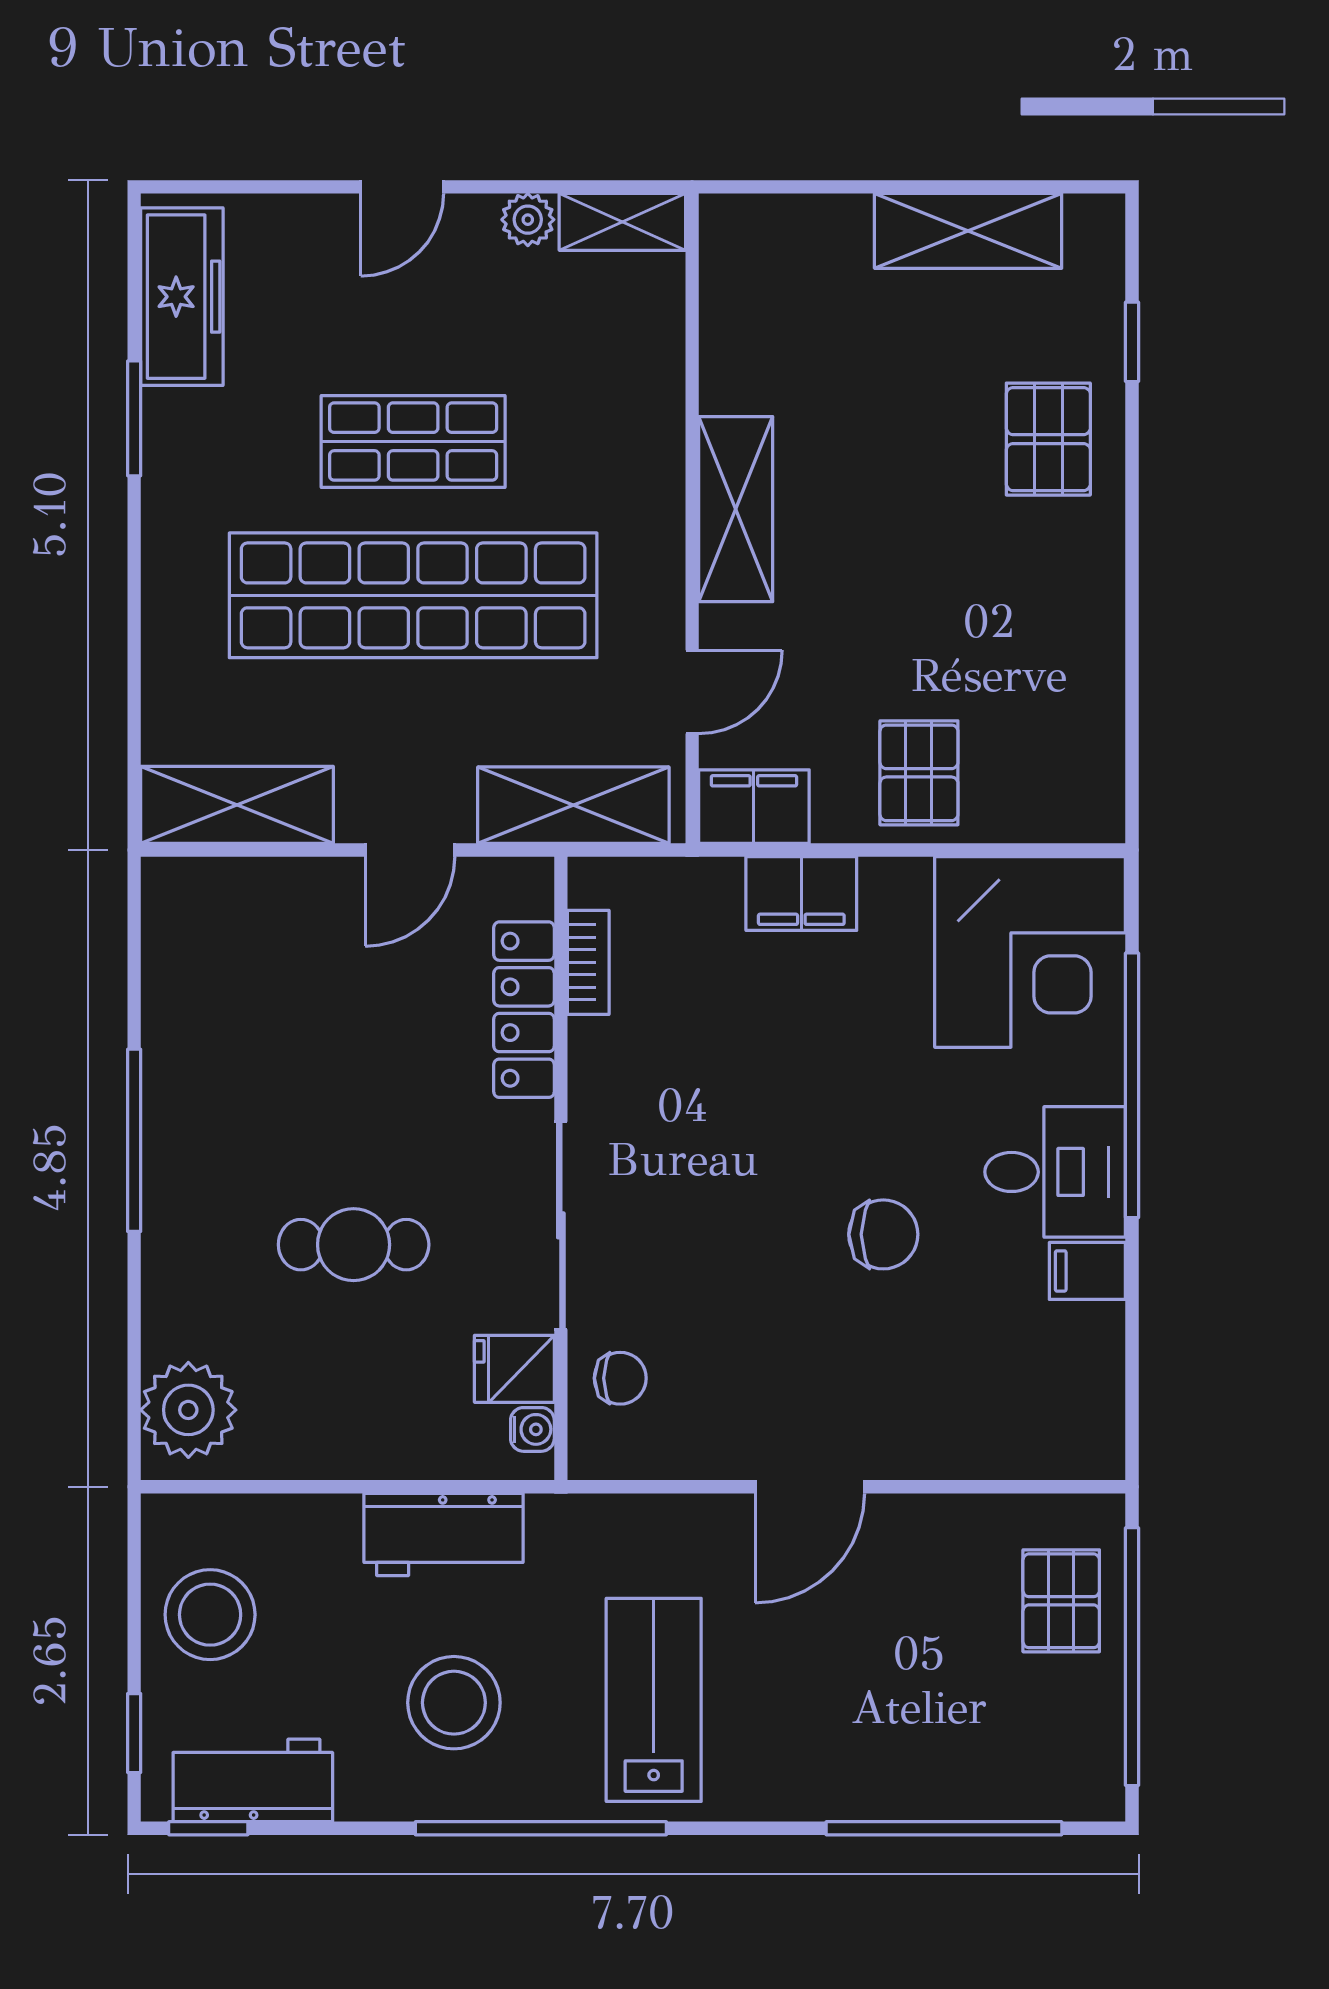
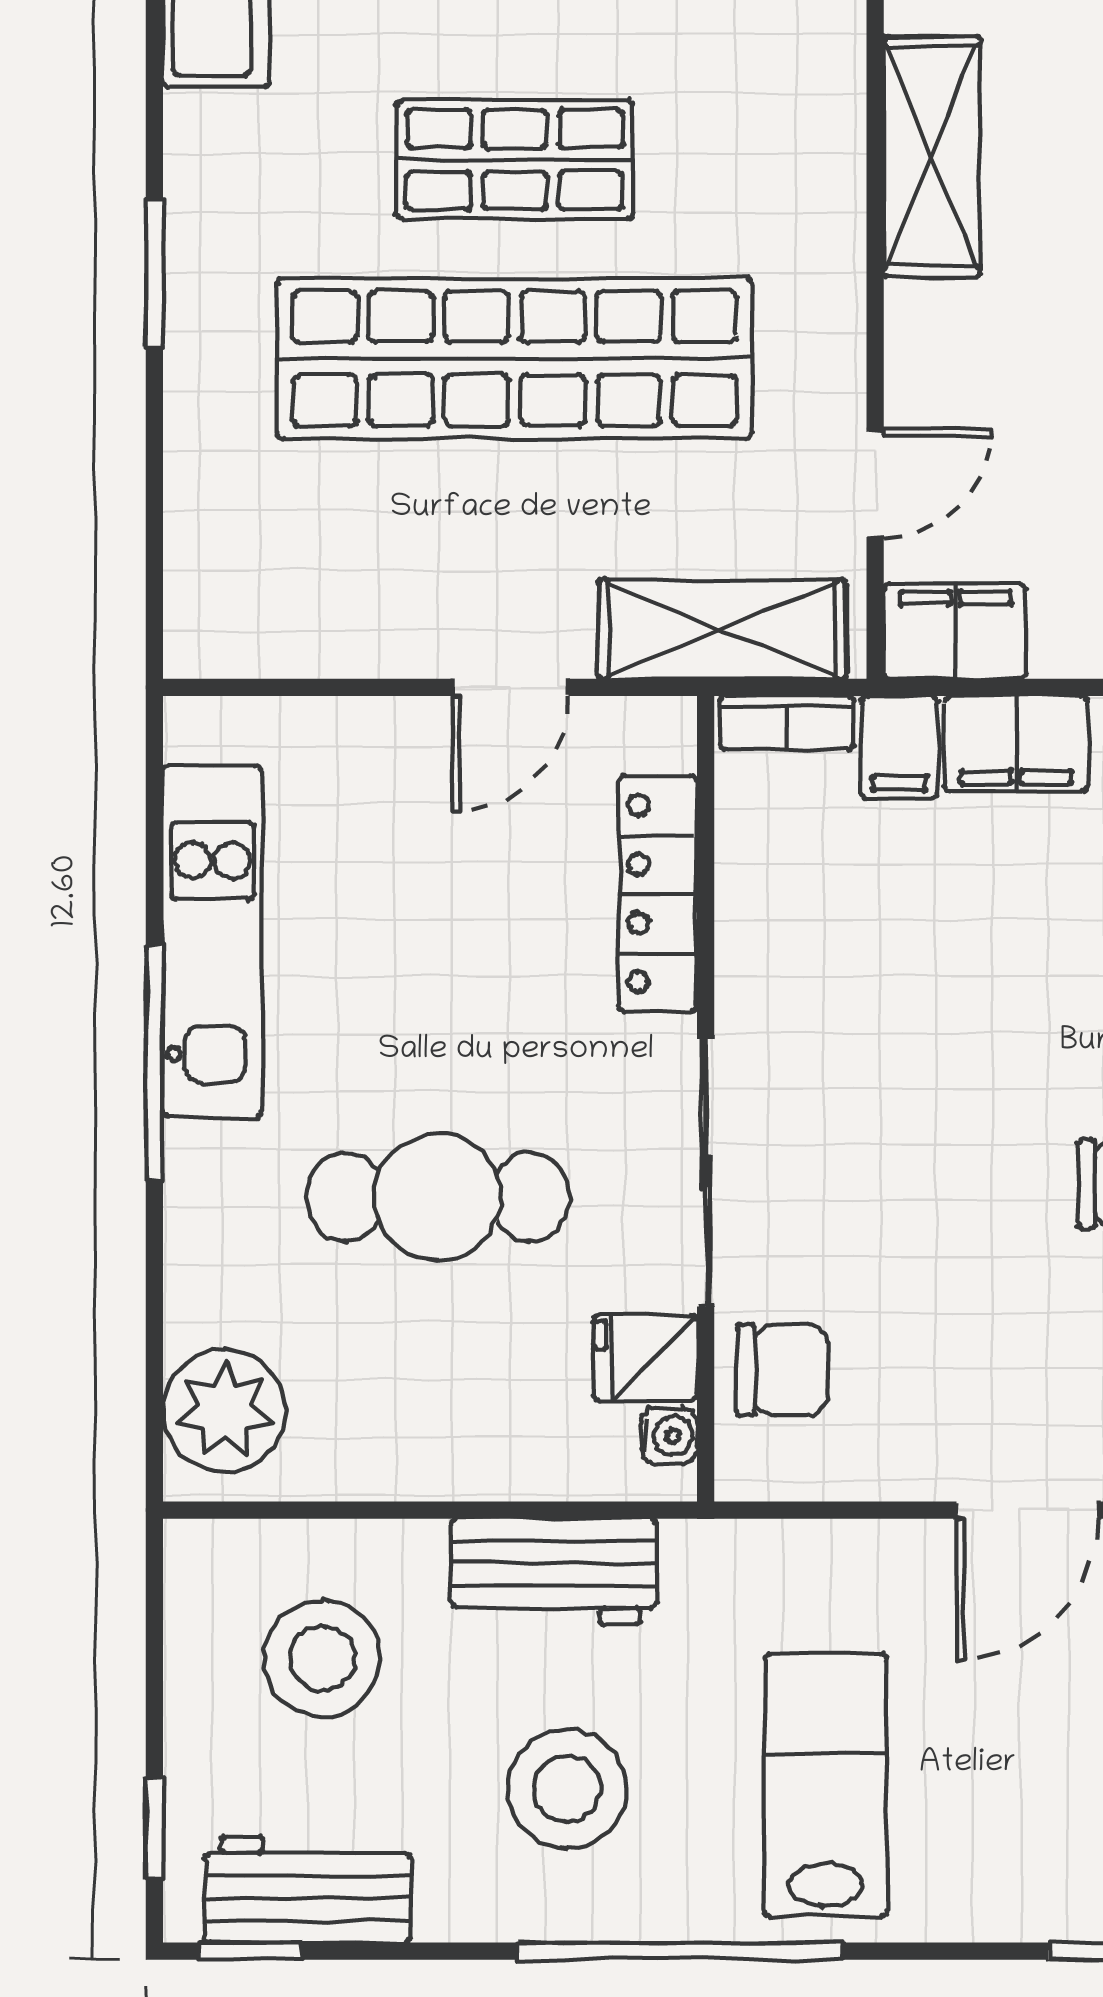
window: (134, 418) -> (154, 273), moved
shelving: (736, 509) -> (932, 156), moved
shelving: (237, 805) -> (287, 629), removed
filing cabinet: (711, 896) -> (899, 747), added
bookcase: (588, 962) -> (787, 723), moved, turned 90
kitchen unit: (179, 1047) -> (212, 942), added
cafe table: (354, 1245) -> (438, 1197), width x1.37, depth x1.35
chair: (620, 1378) -> (782, 1370), width x1.37, depth x1.37
stool: (210, 1615) -> (322, 1658), moved

